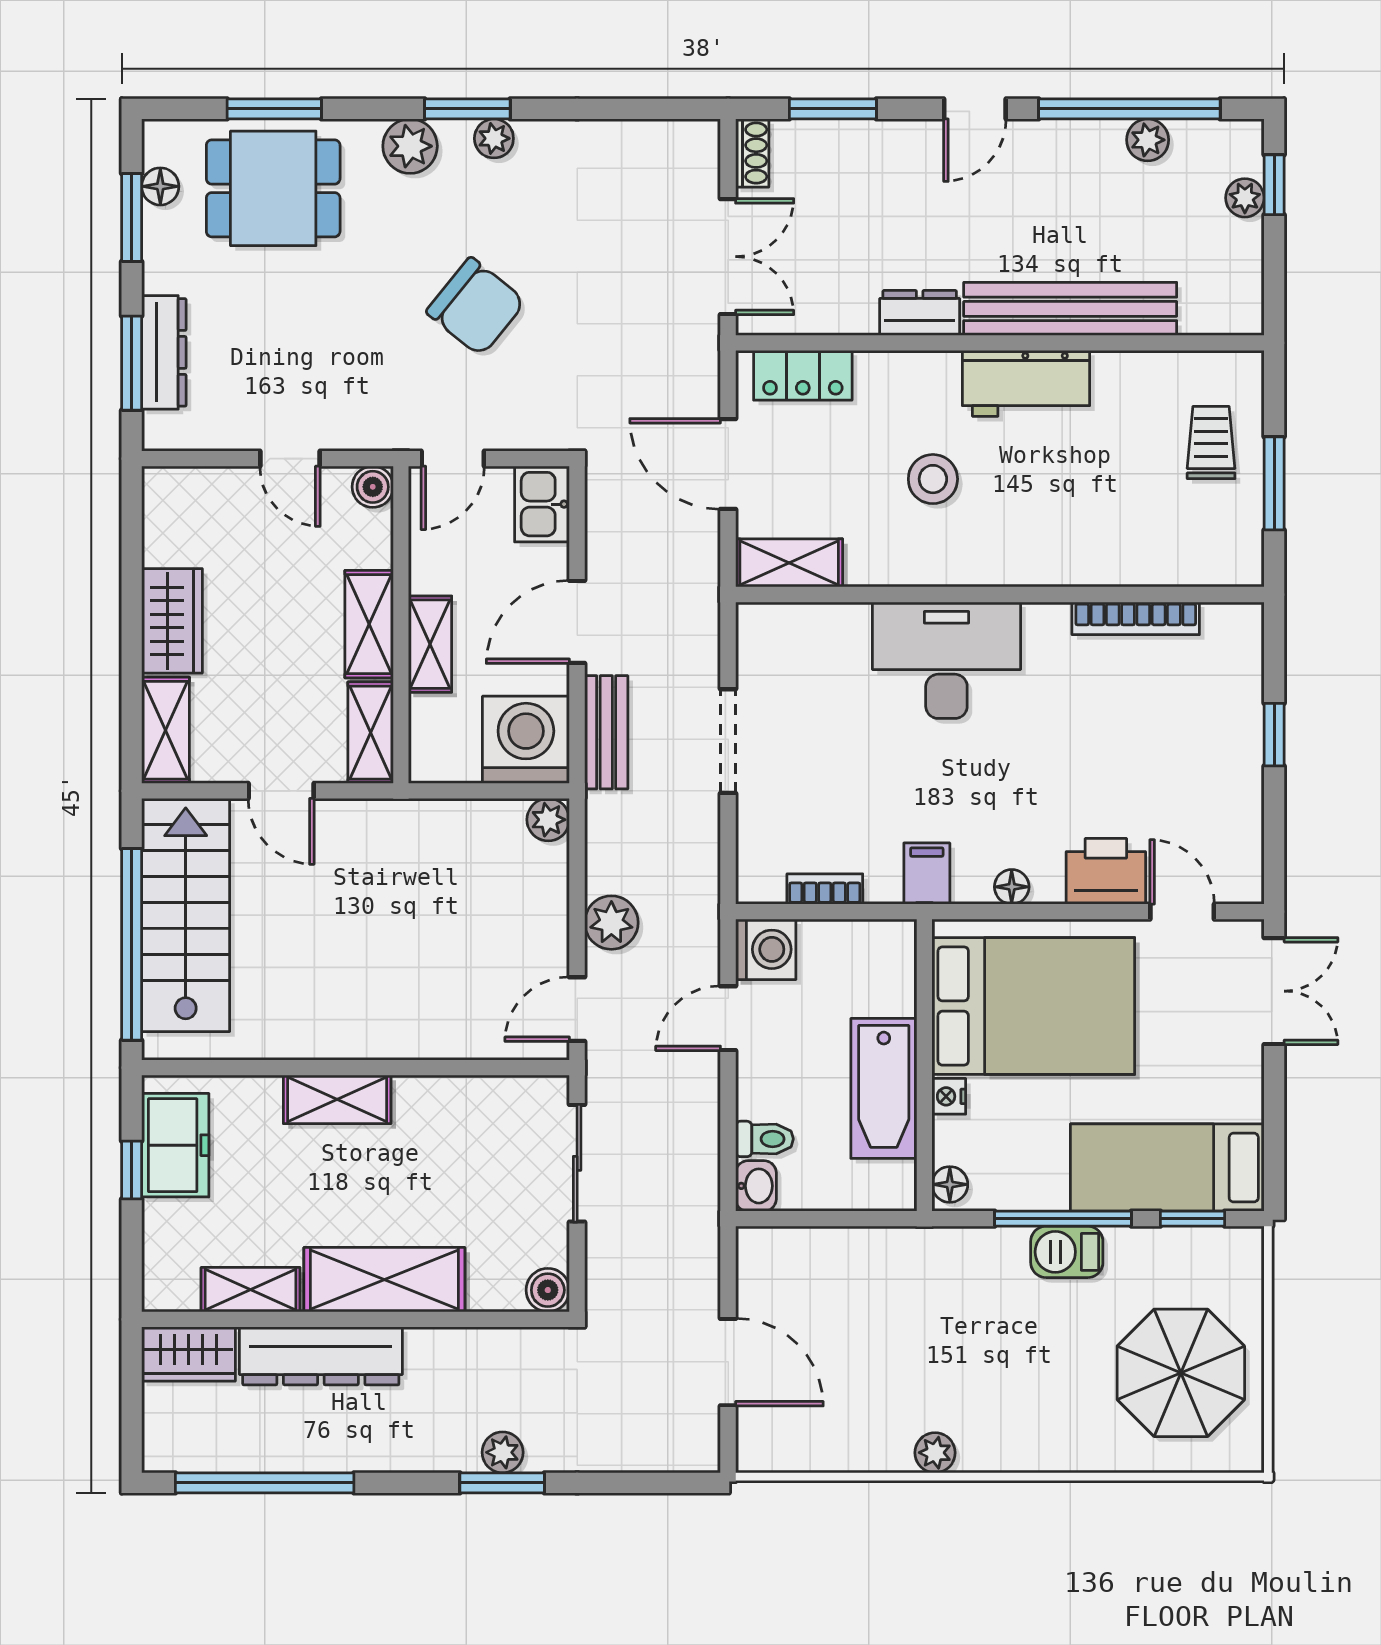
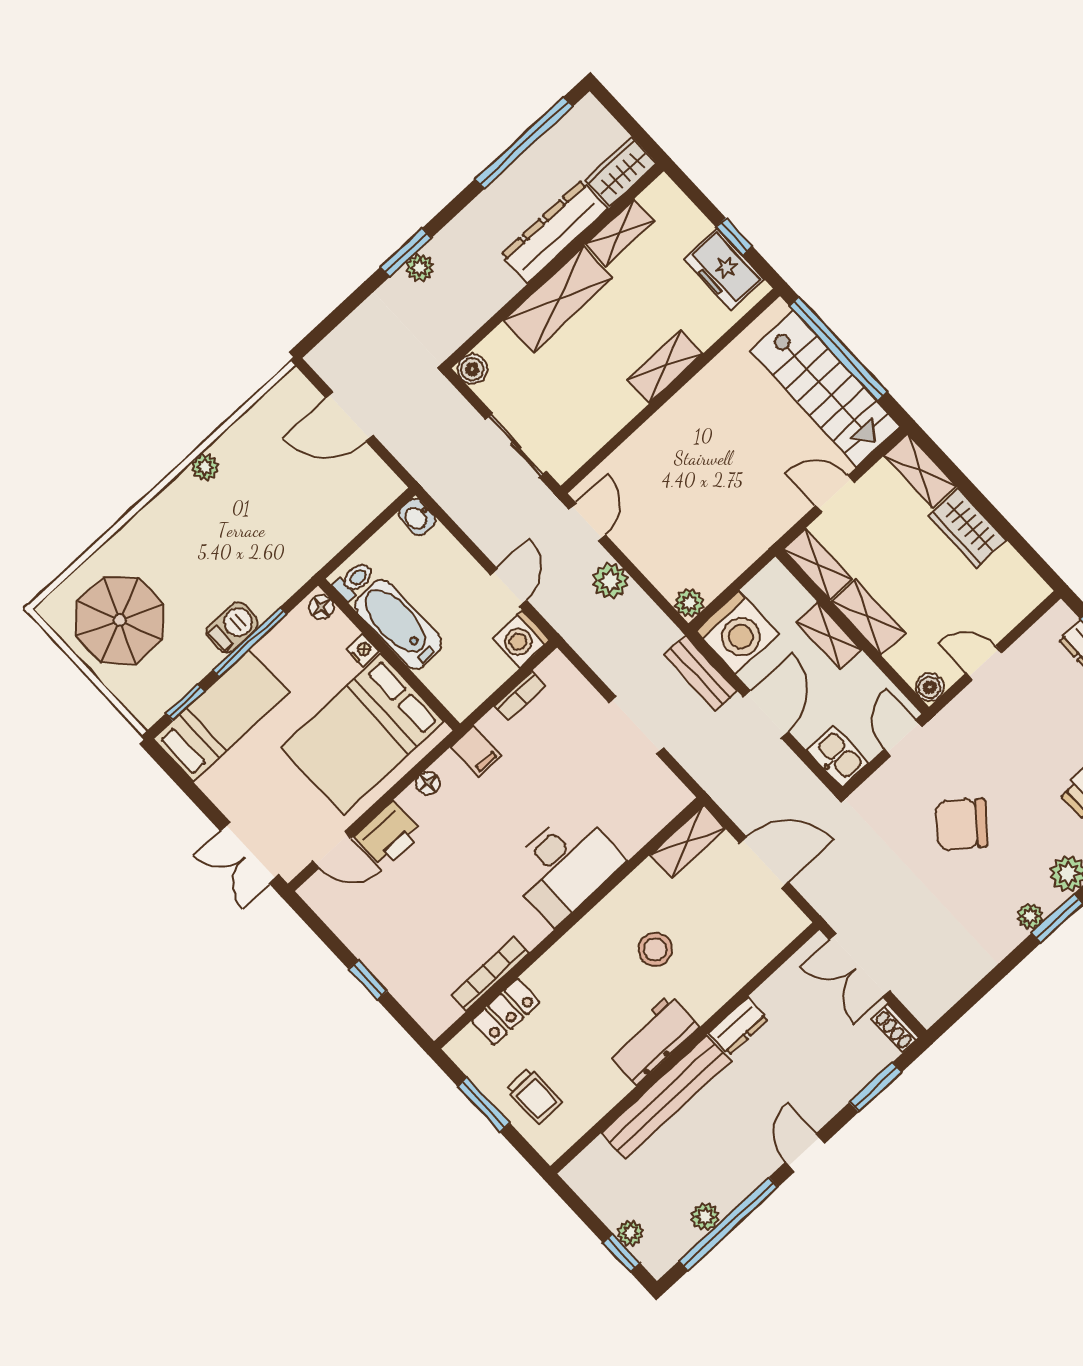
locker: (803, 375) -> (506, 1012), moved, turned 180
toilet: (764, 1139) -> (354, 581), moved, turned 180

